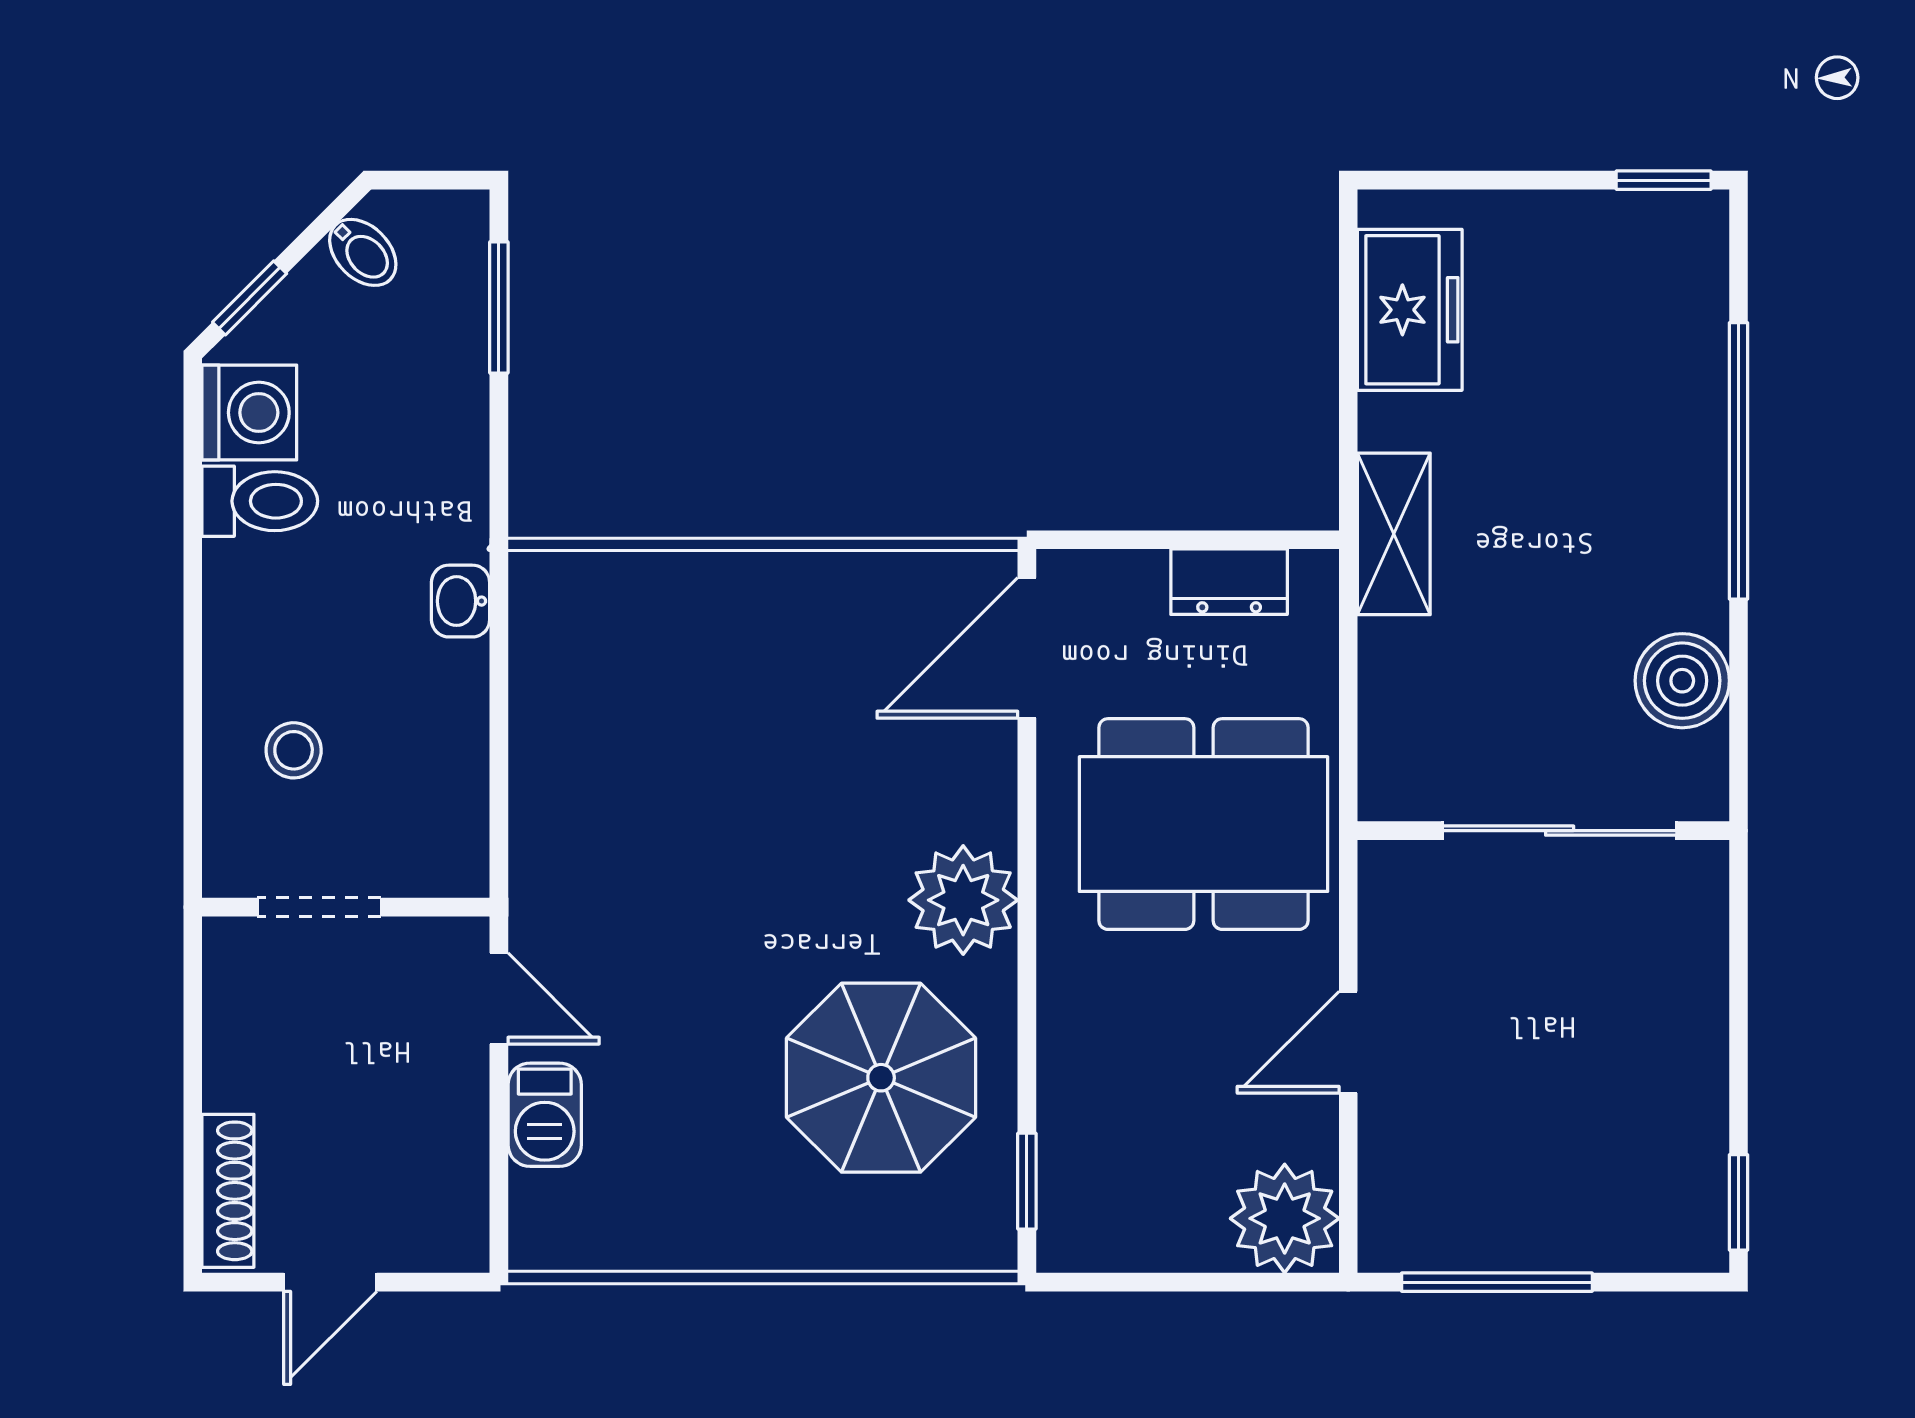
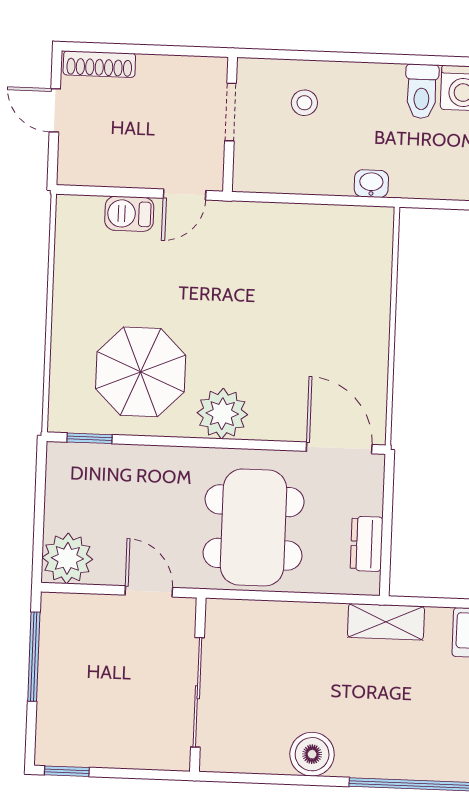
wall: (1543, 831) -> (198, 685), moved
sliding door: (1560, 831) -> (197, 692), moved

